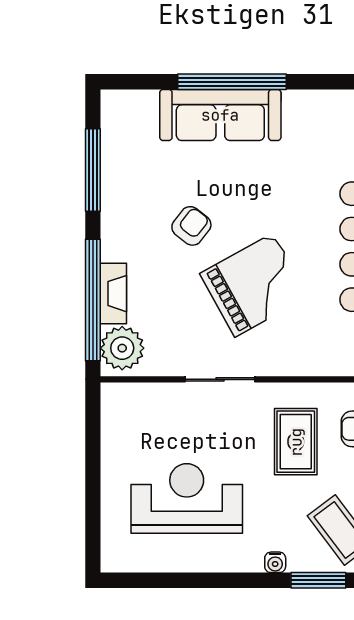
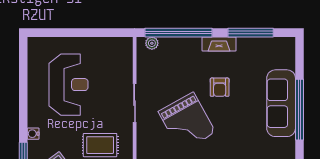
armchair: (191, 226) -> (220, 87), turned 52
fireplace: (113, 294) -> (219, 44), moved
plant: (122, 348) -> (152, 43), width x0.53, depth x0.53

